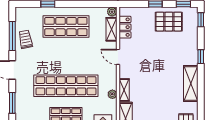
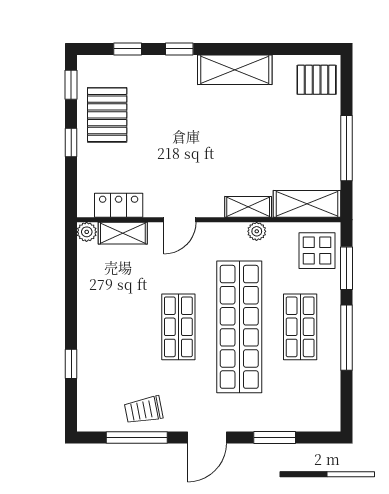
window: (201, 20) -> (128, 49), moved
shop shelf: (66, 27) -> (178, 327), moved, width x0.70, depth x0.74

